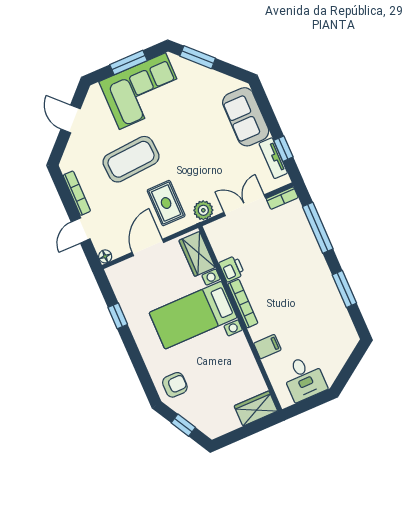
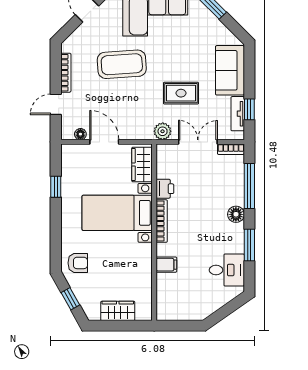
rug: (166, 203) -> (181, 93), moved, turned 90
door: (148, 247) -> (104, 142), hinge flipped
floor lamp: (105, 256) -> (80, 134), moved
floor lamp: (317, 263) -> (236, 214), added
desk: (304, 378) -> (227, 270), moved, turned -90
wardrobe: (256, 408) -> (118, 311), moved

